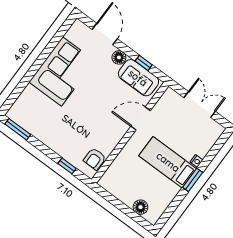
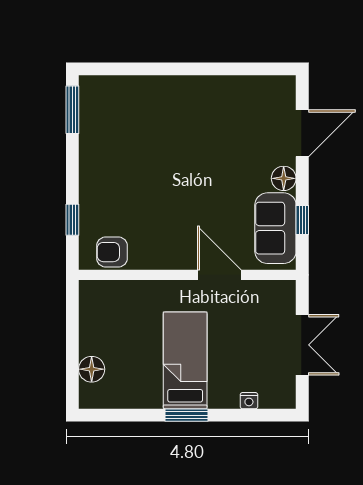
corner sofa: (62, 71) -> (203, 112), removed
nightstand: (196, 161) -> (249, 401), moved

